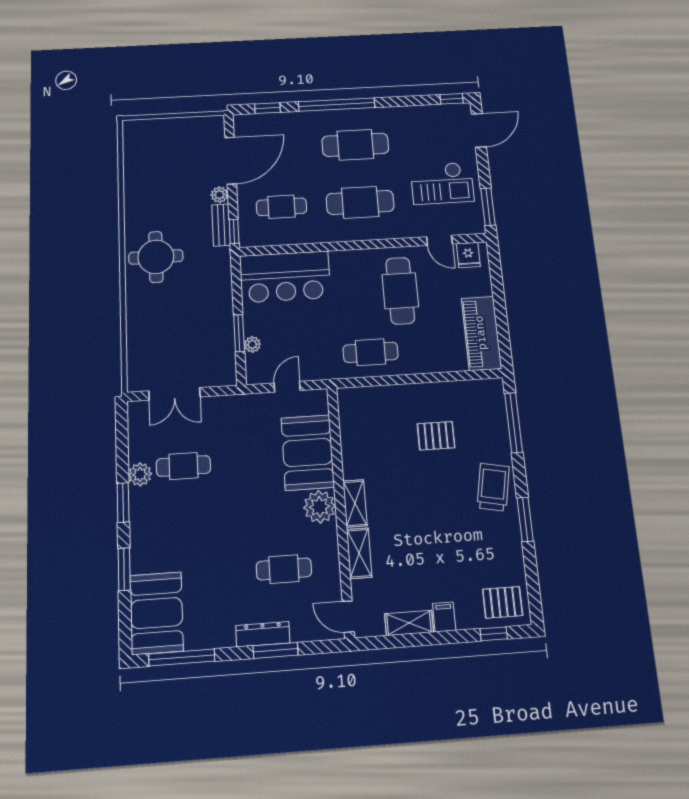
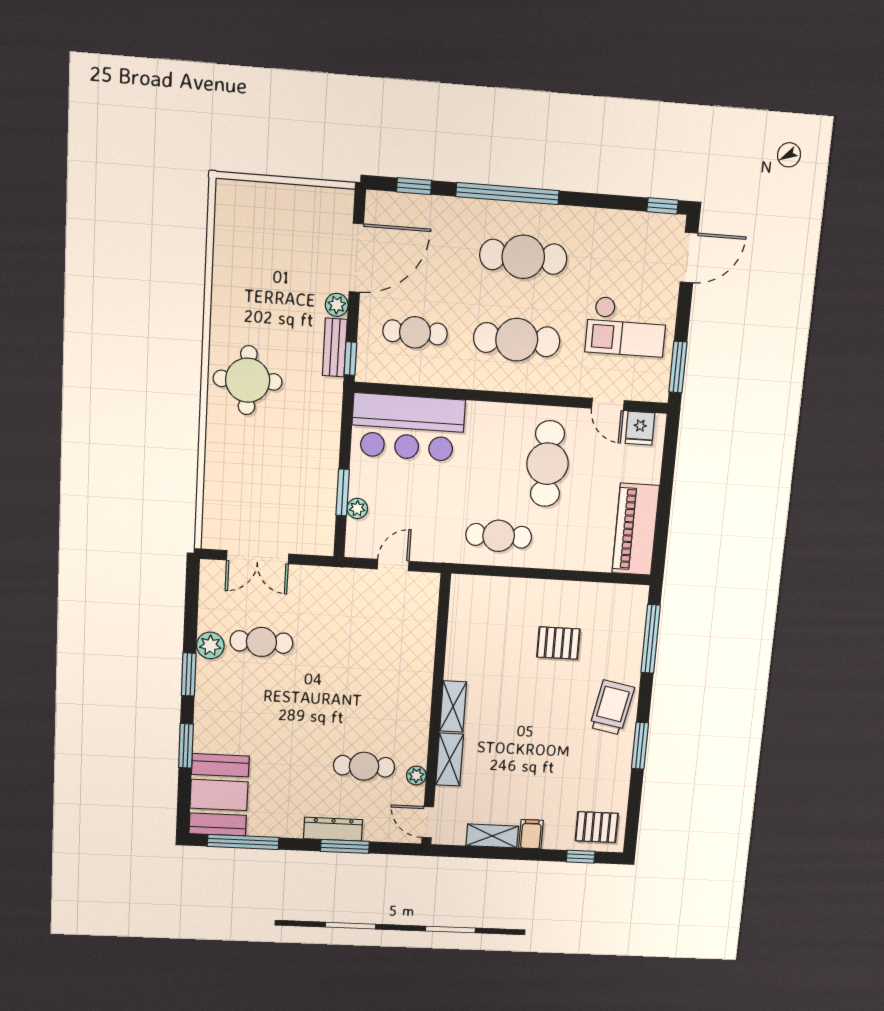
booth: (308, 452) -> (407, 644), removed
plant: (320, 507) -> (416, 775), moved, width x0.53, depth x0.53

